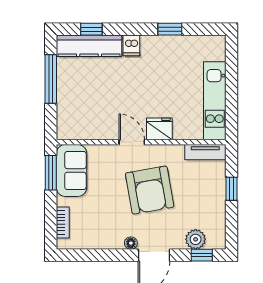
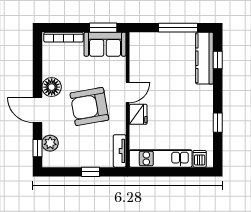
dishwasher: (131, 45) -> (200, 159), moved, turned 90
bookcase: (63, 223) -> (63, 37), width x1.56
floor lamp: (131, 243) -> (52, 87), width x1.89, depth x1.89

